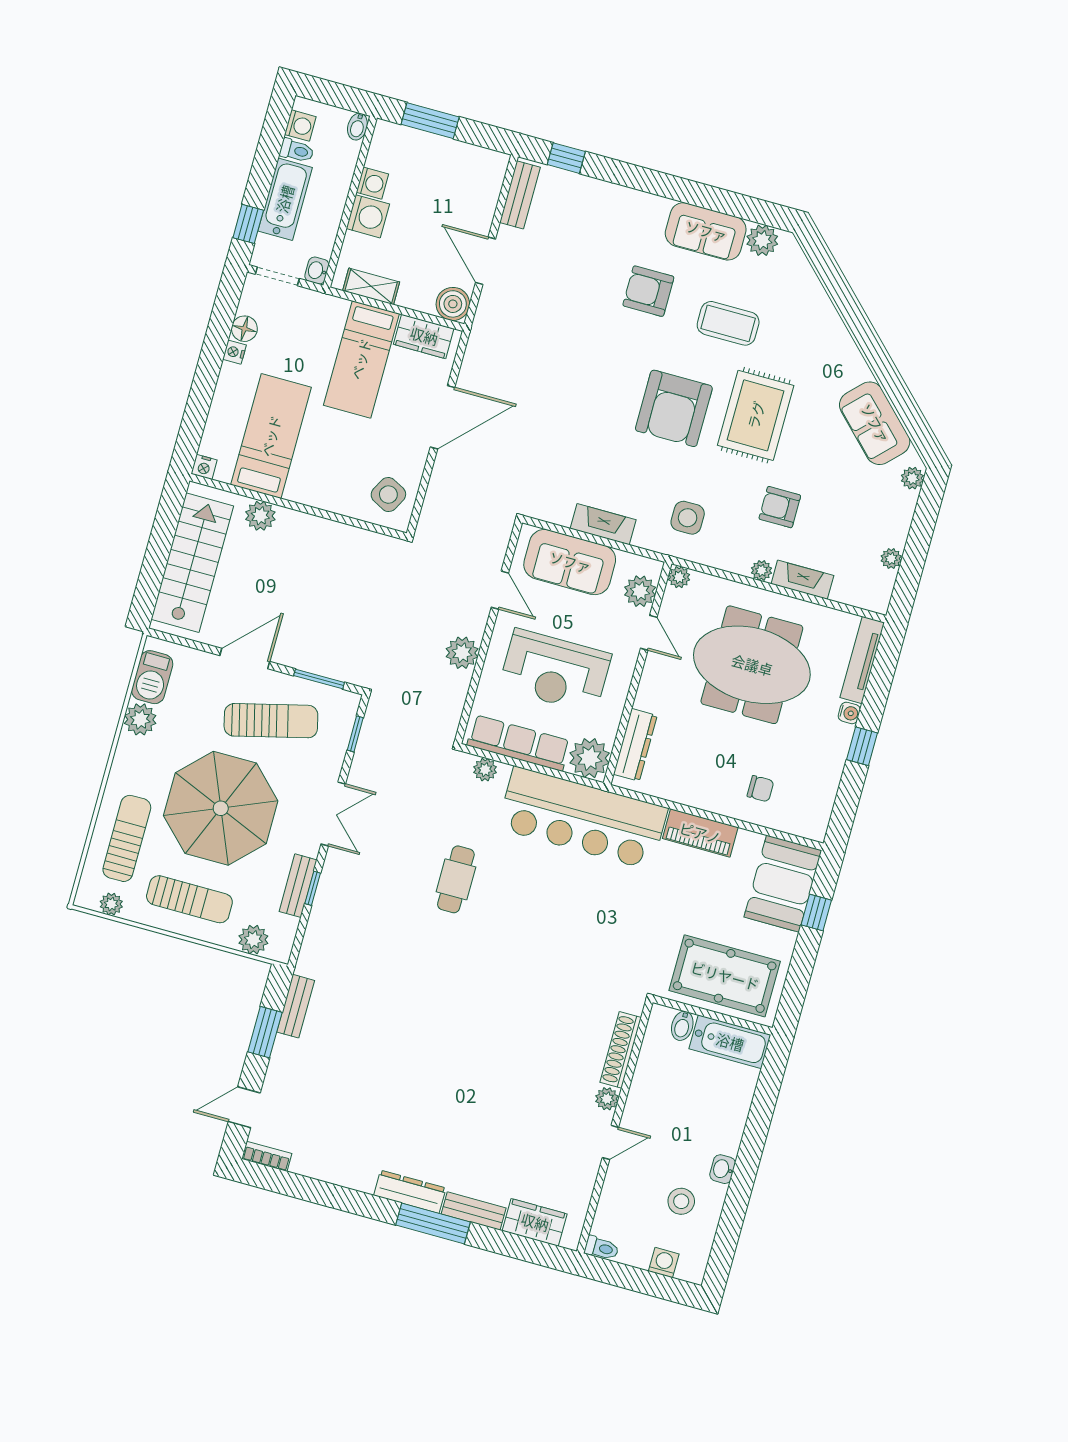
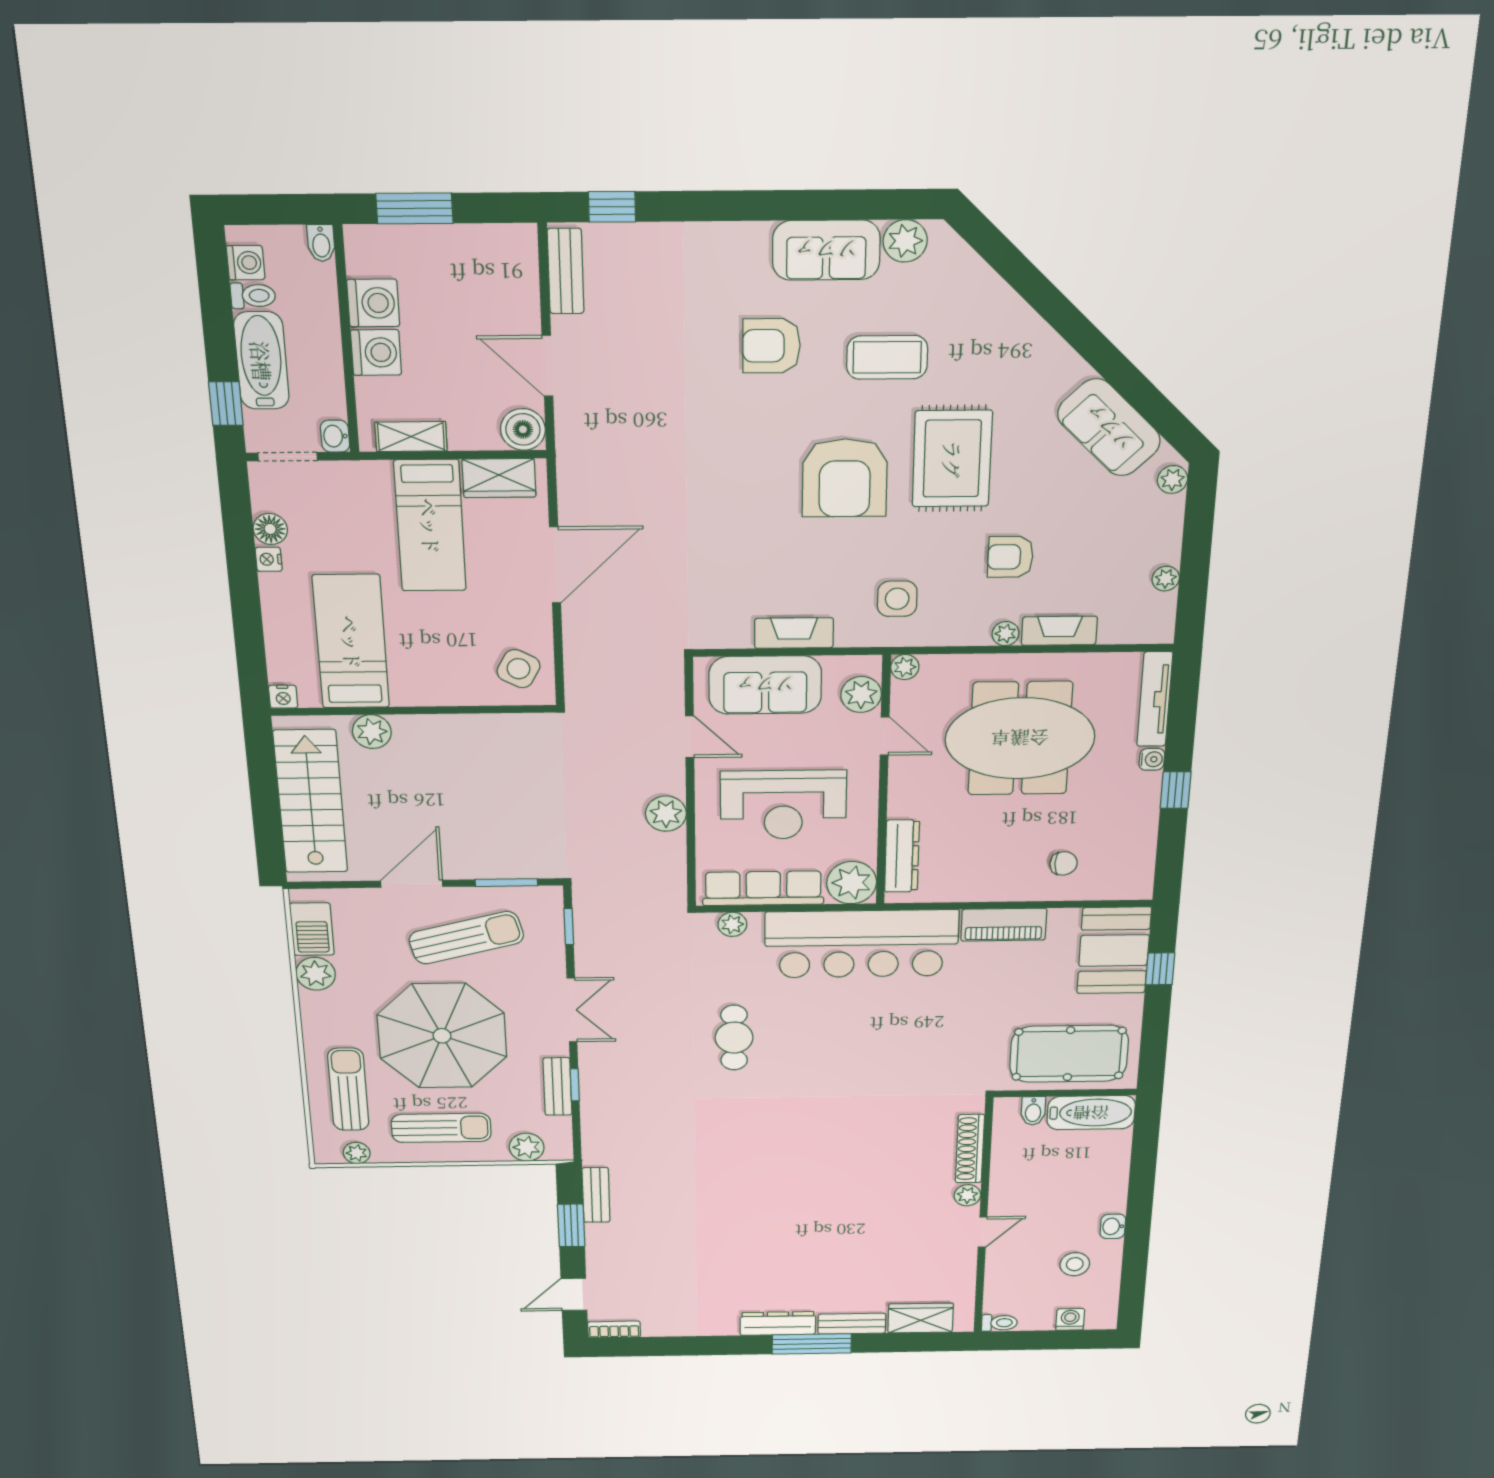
washing machine: (372, 183) -> (373, 303), width x1.38, depth x1.38

